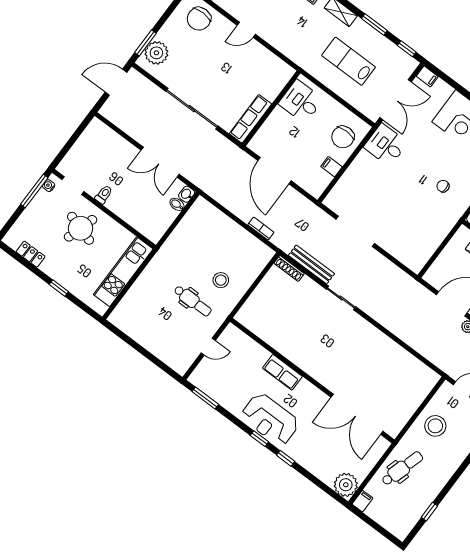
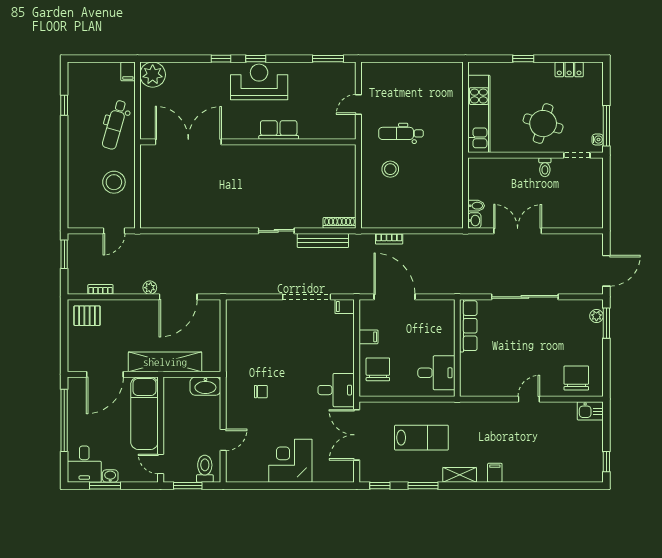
plant: (156, 53) -> (596, 316), width x0.53, depth x0.53
filing cabinet: (427, 76) -> (345, 307), moved
door: (274, 171) -> (394, 297), moved

